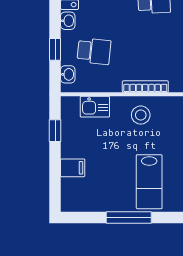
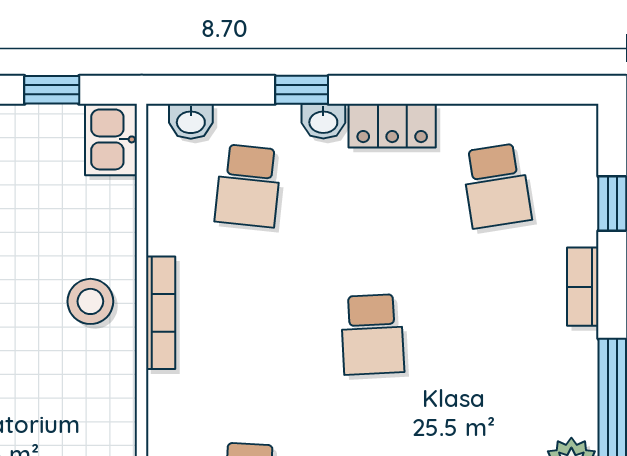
window: (55, 49) -> (302, 90), moved
kitchen sink: (95, 107) -> (111, 139), moved

